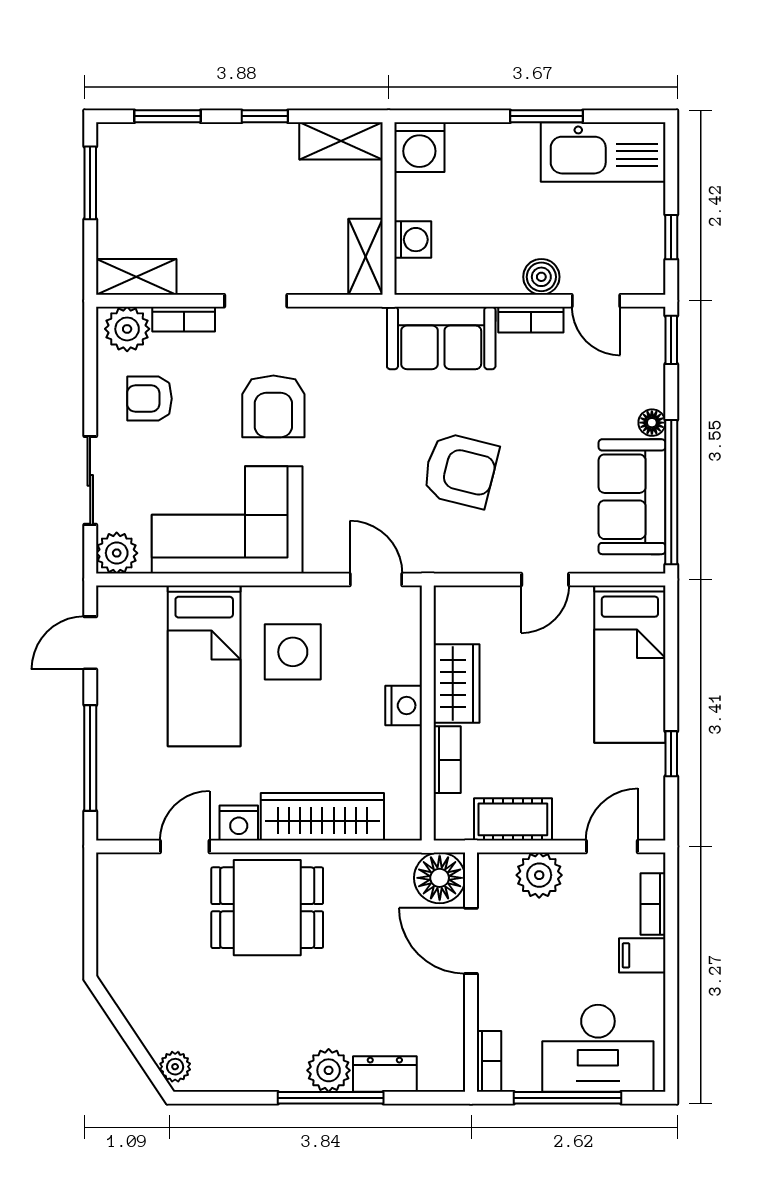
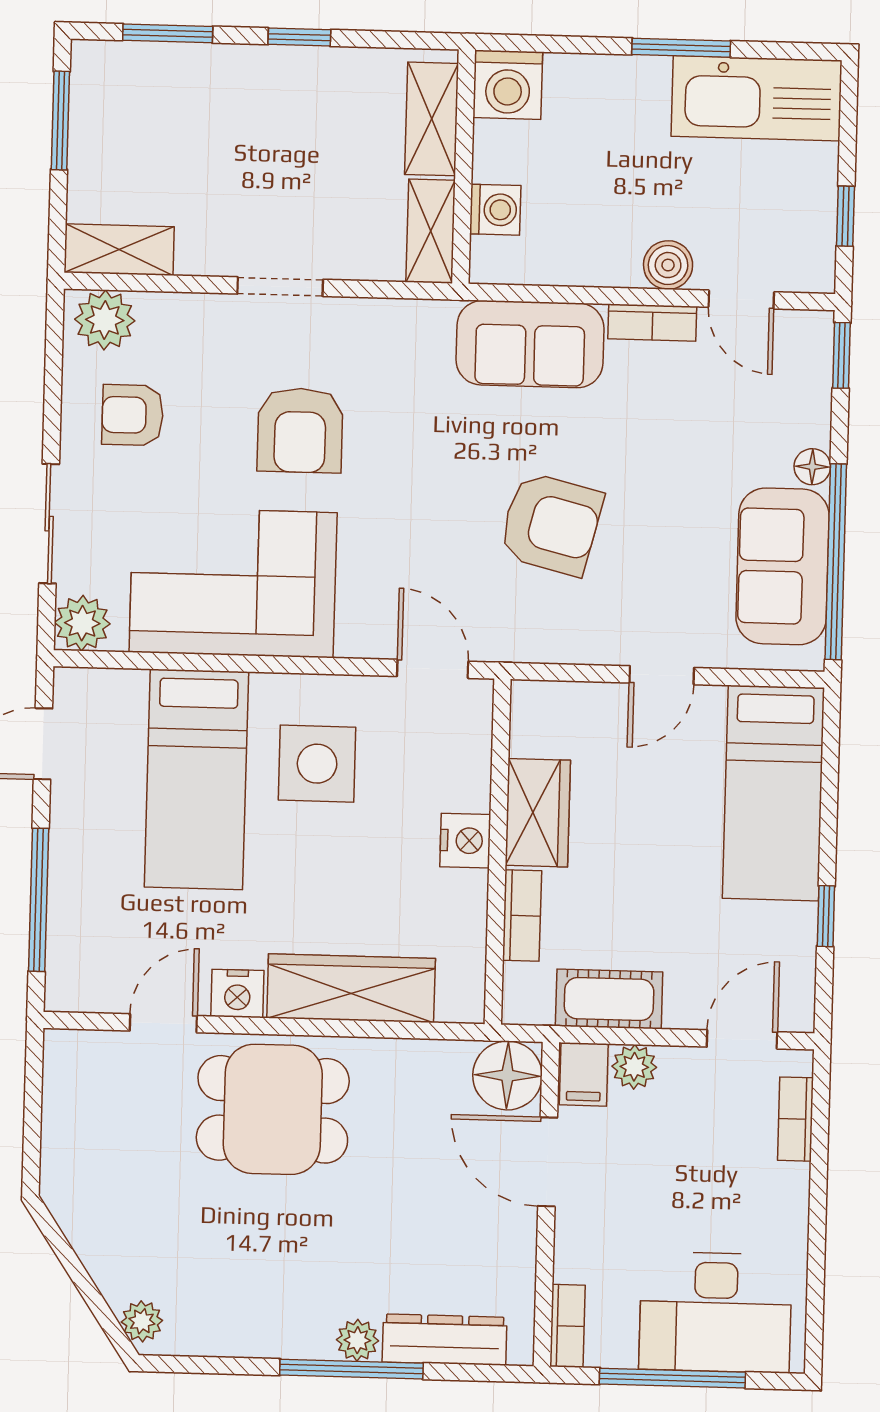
shelving: (341, 141) -> (432, 119), moved, turned 90
bookcase: (184, 319) -> (182, 309), removed
plant: (539, 875) -> (634, 1067), width x0.73, depth x0.73
filing cabinet: (642, 955) -> (584, 1074), moved, turned -90
plant: (329, 1070) -> (357, 1340), width x0.73, depth x0.73
dresser: (385, 1074) -> (445, 1340), width x1.44

